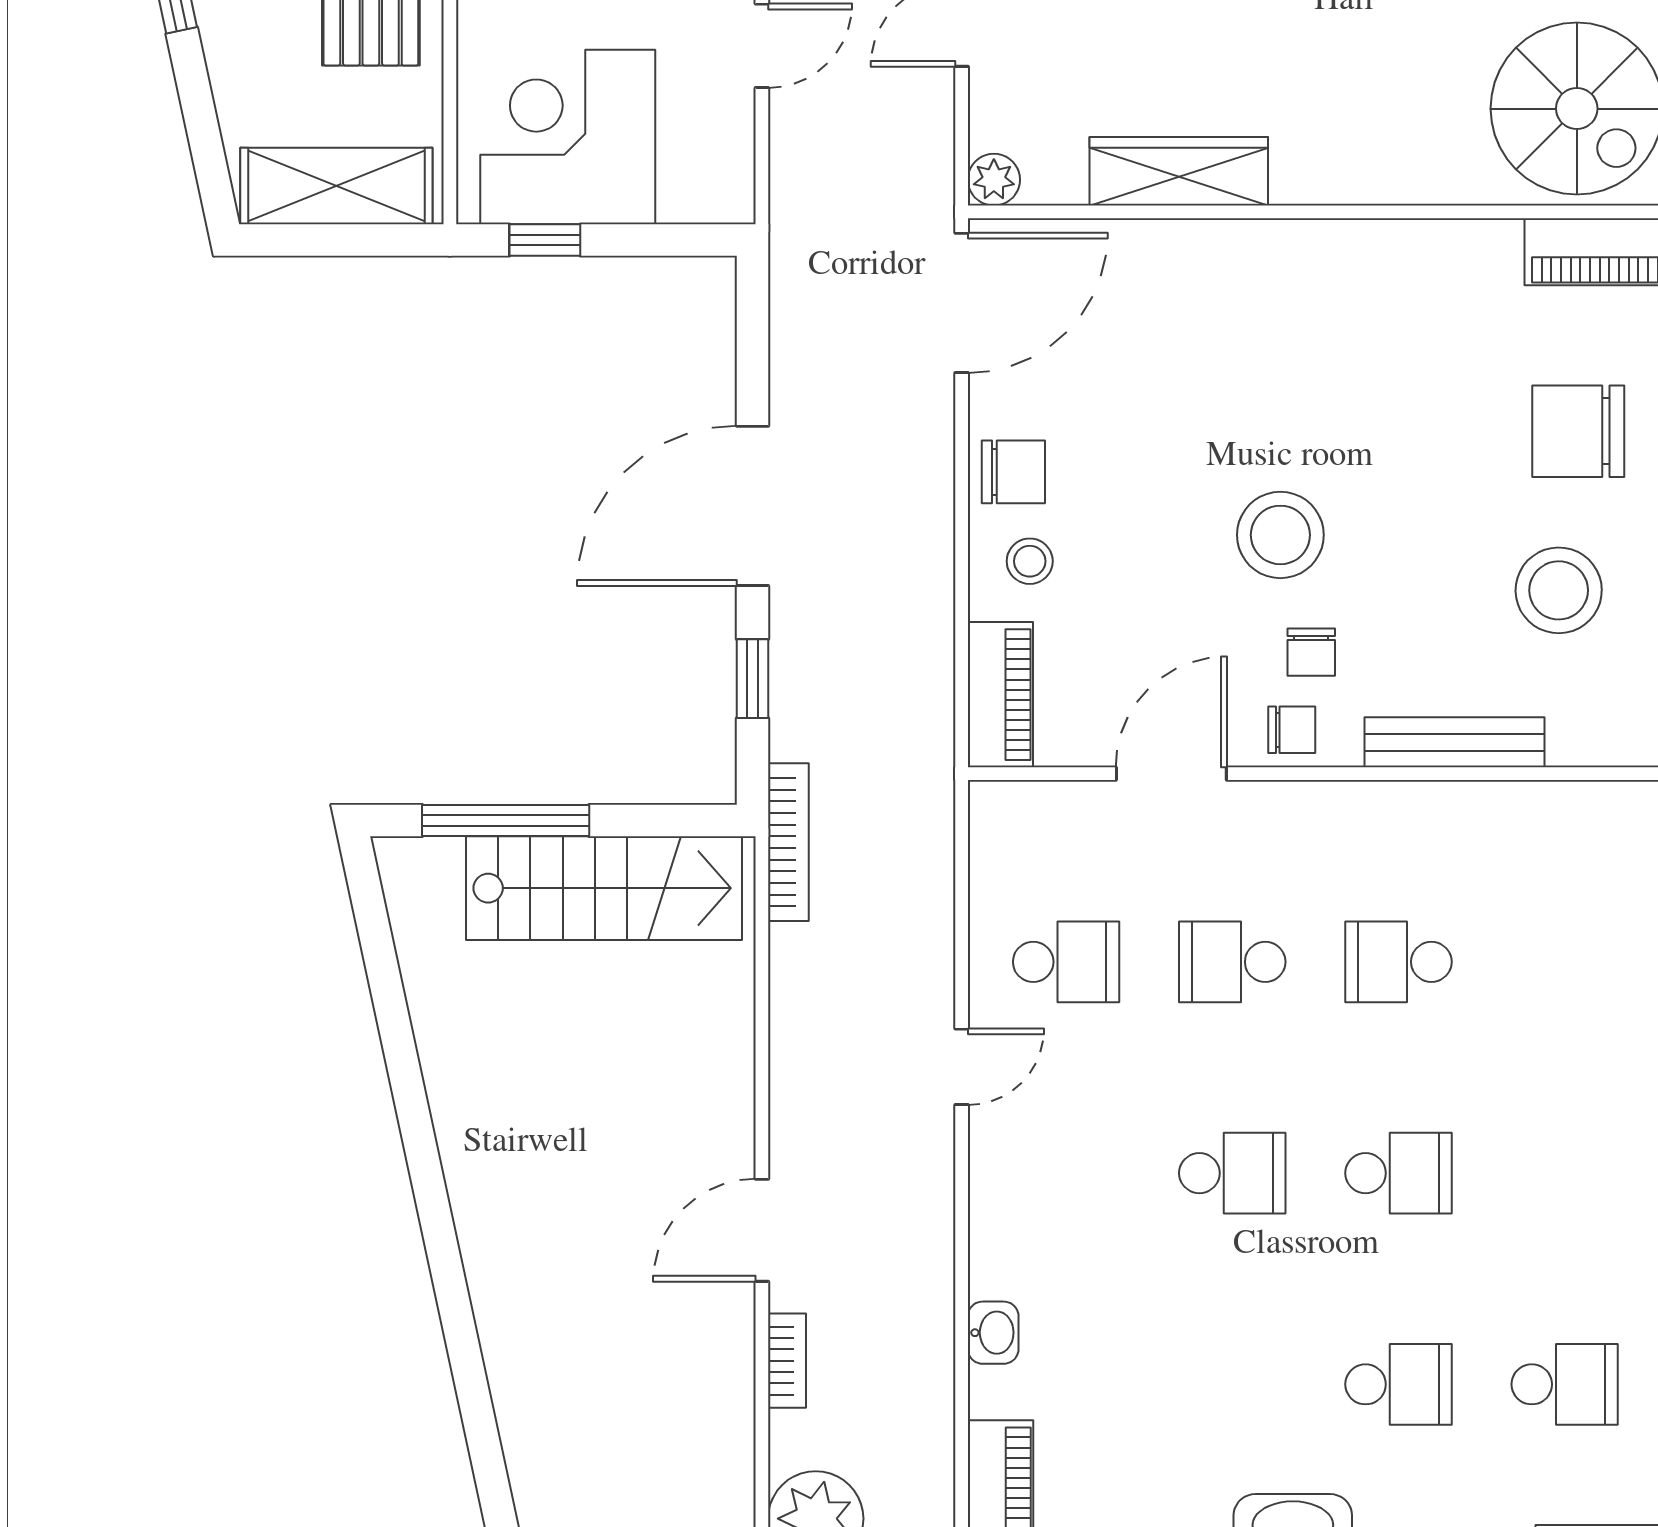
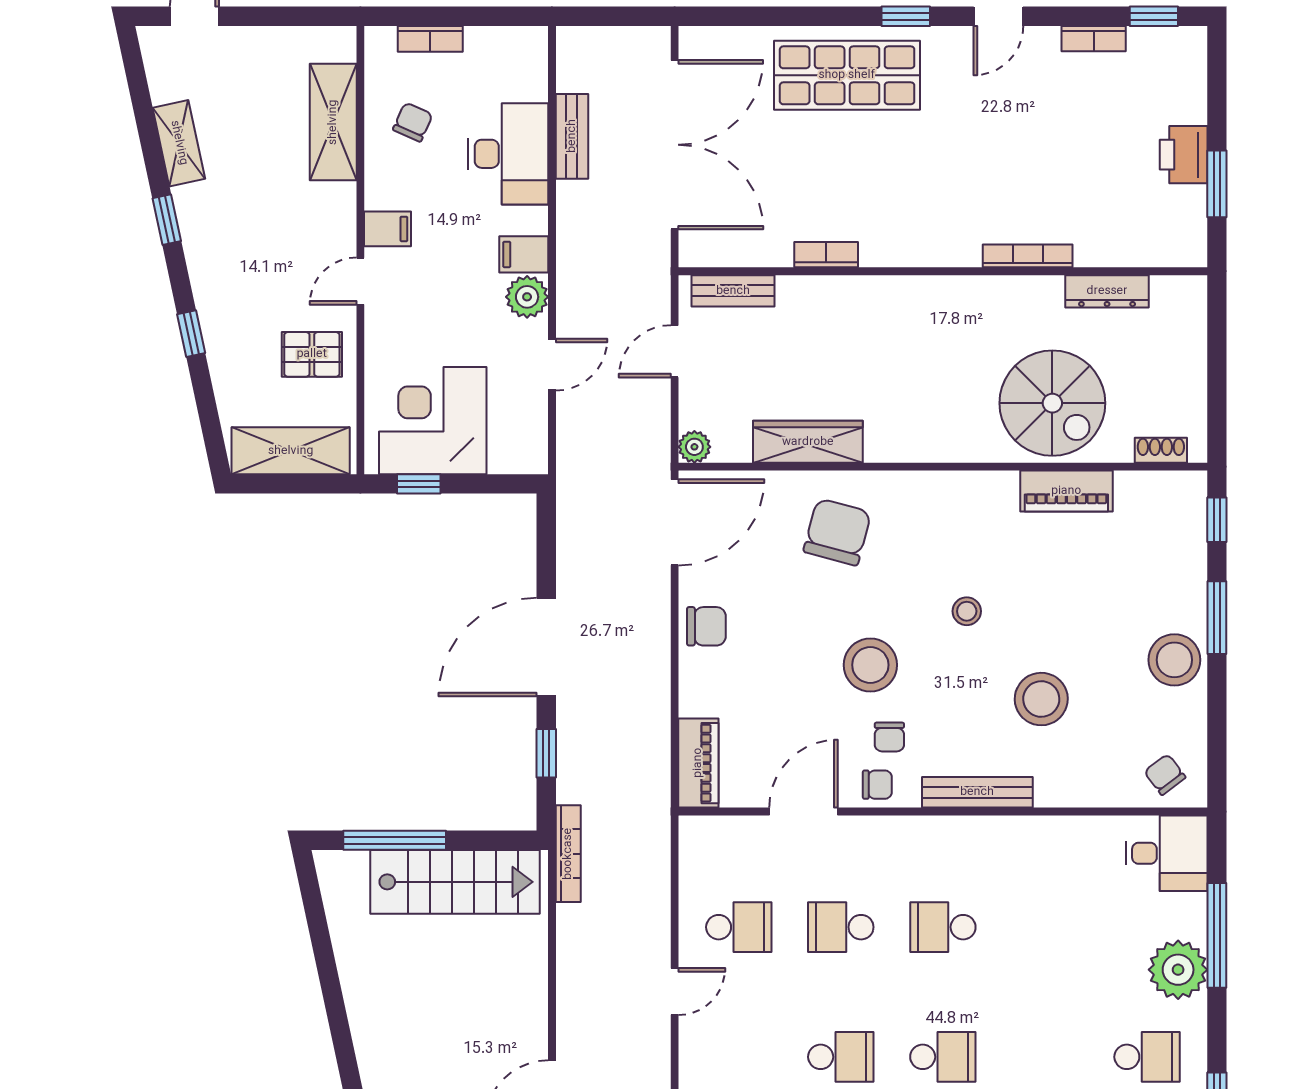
chair: (1578, 431) -> (837, 532), moved, turned 105
stool: (1030, 561) -> (967, 611), moved

